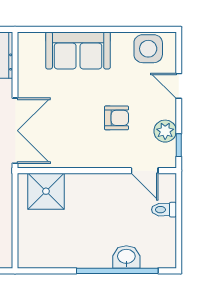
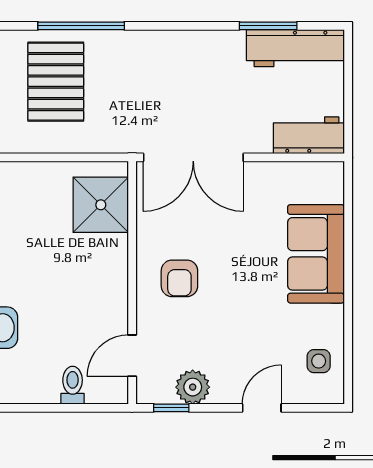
side table: (148, 49) -> (319, 361), width x0.54, depth x0.54
armchair: (116, 118) -> (179, 278), moved

